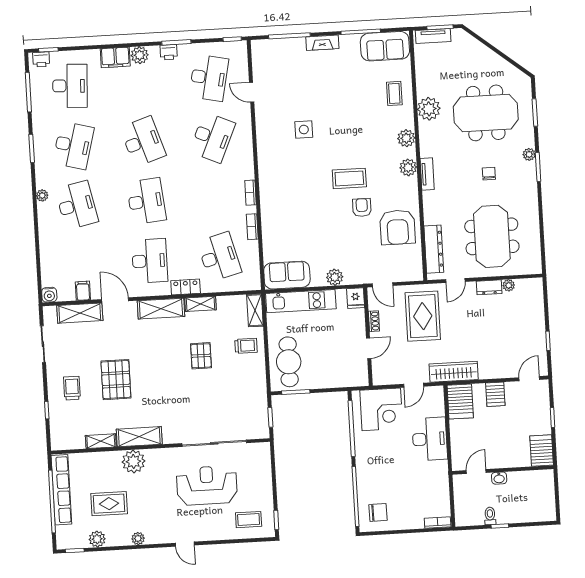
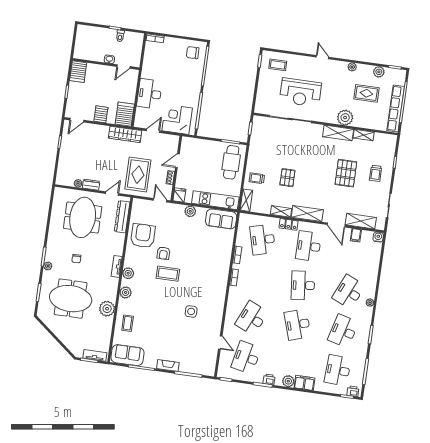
desk: (77, 205) -> (349, 292), turned 36

